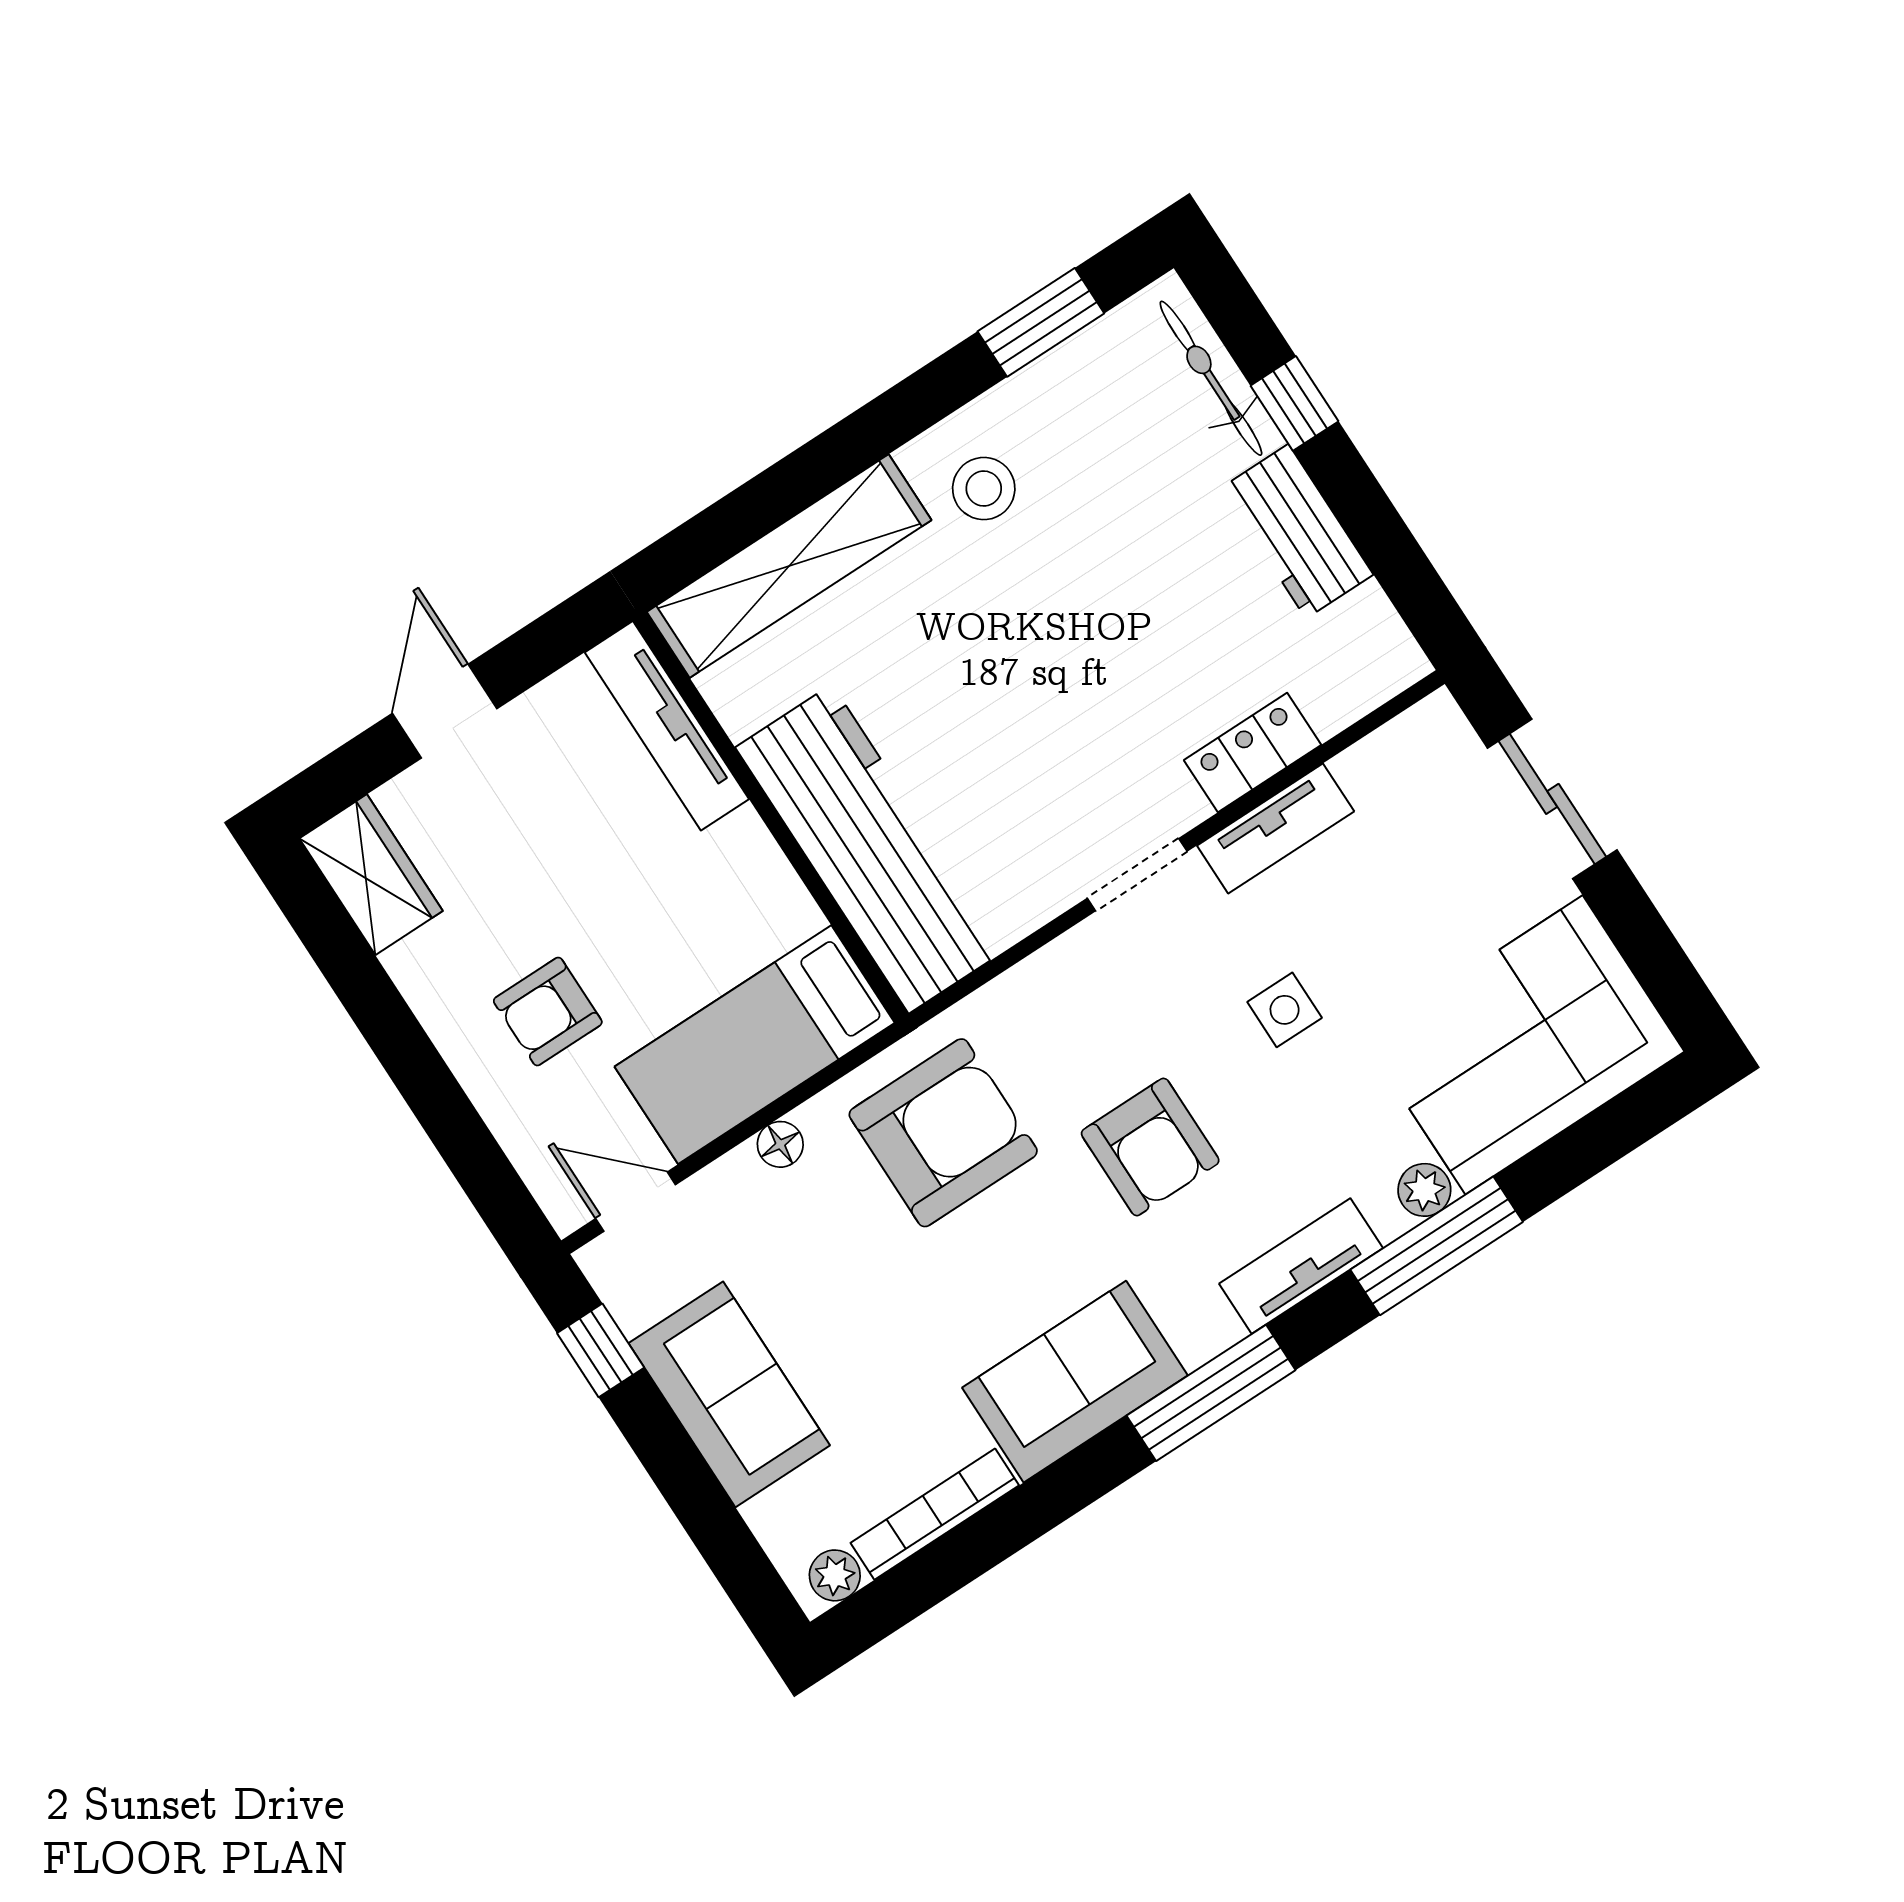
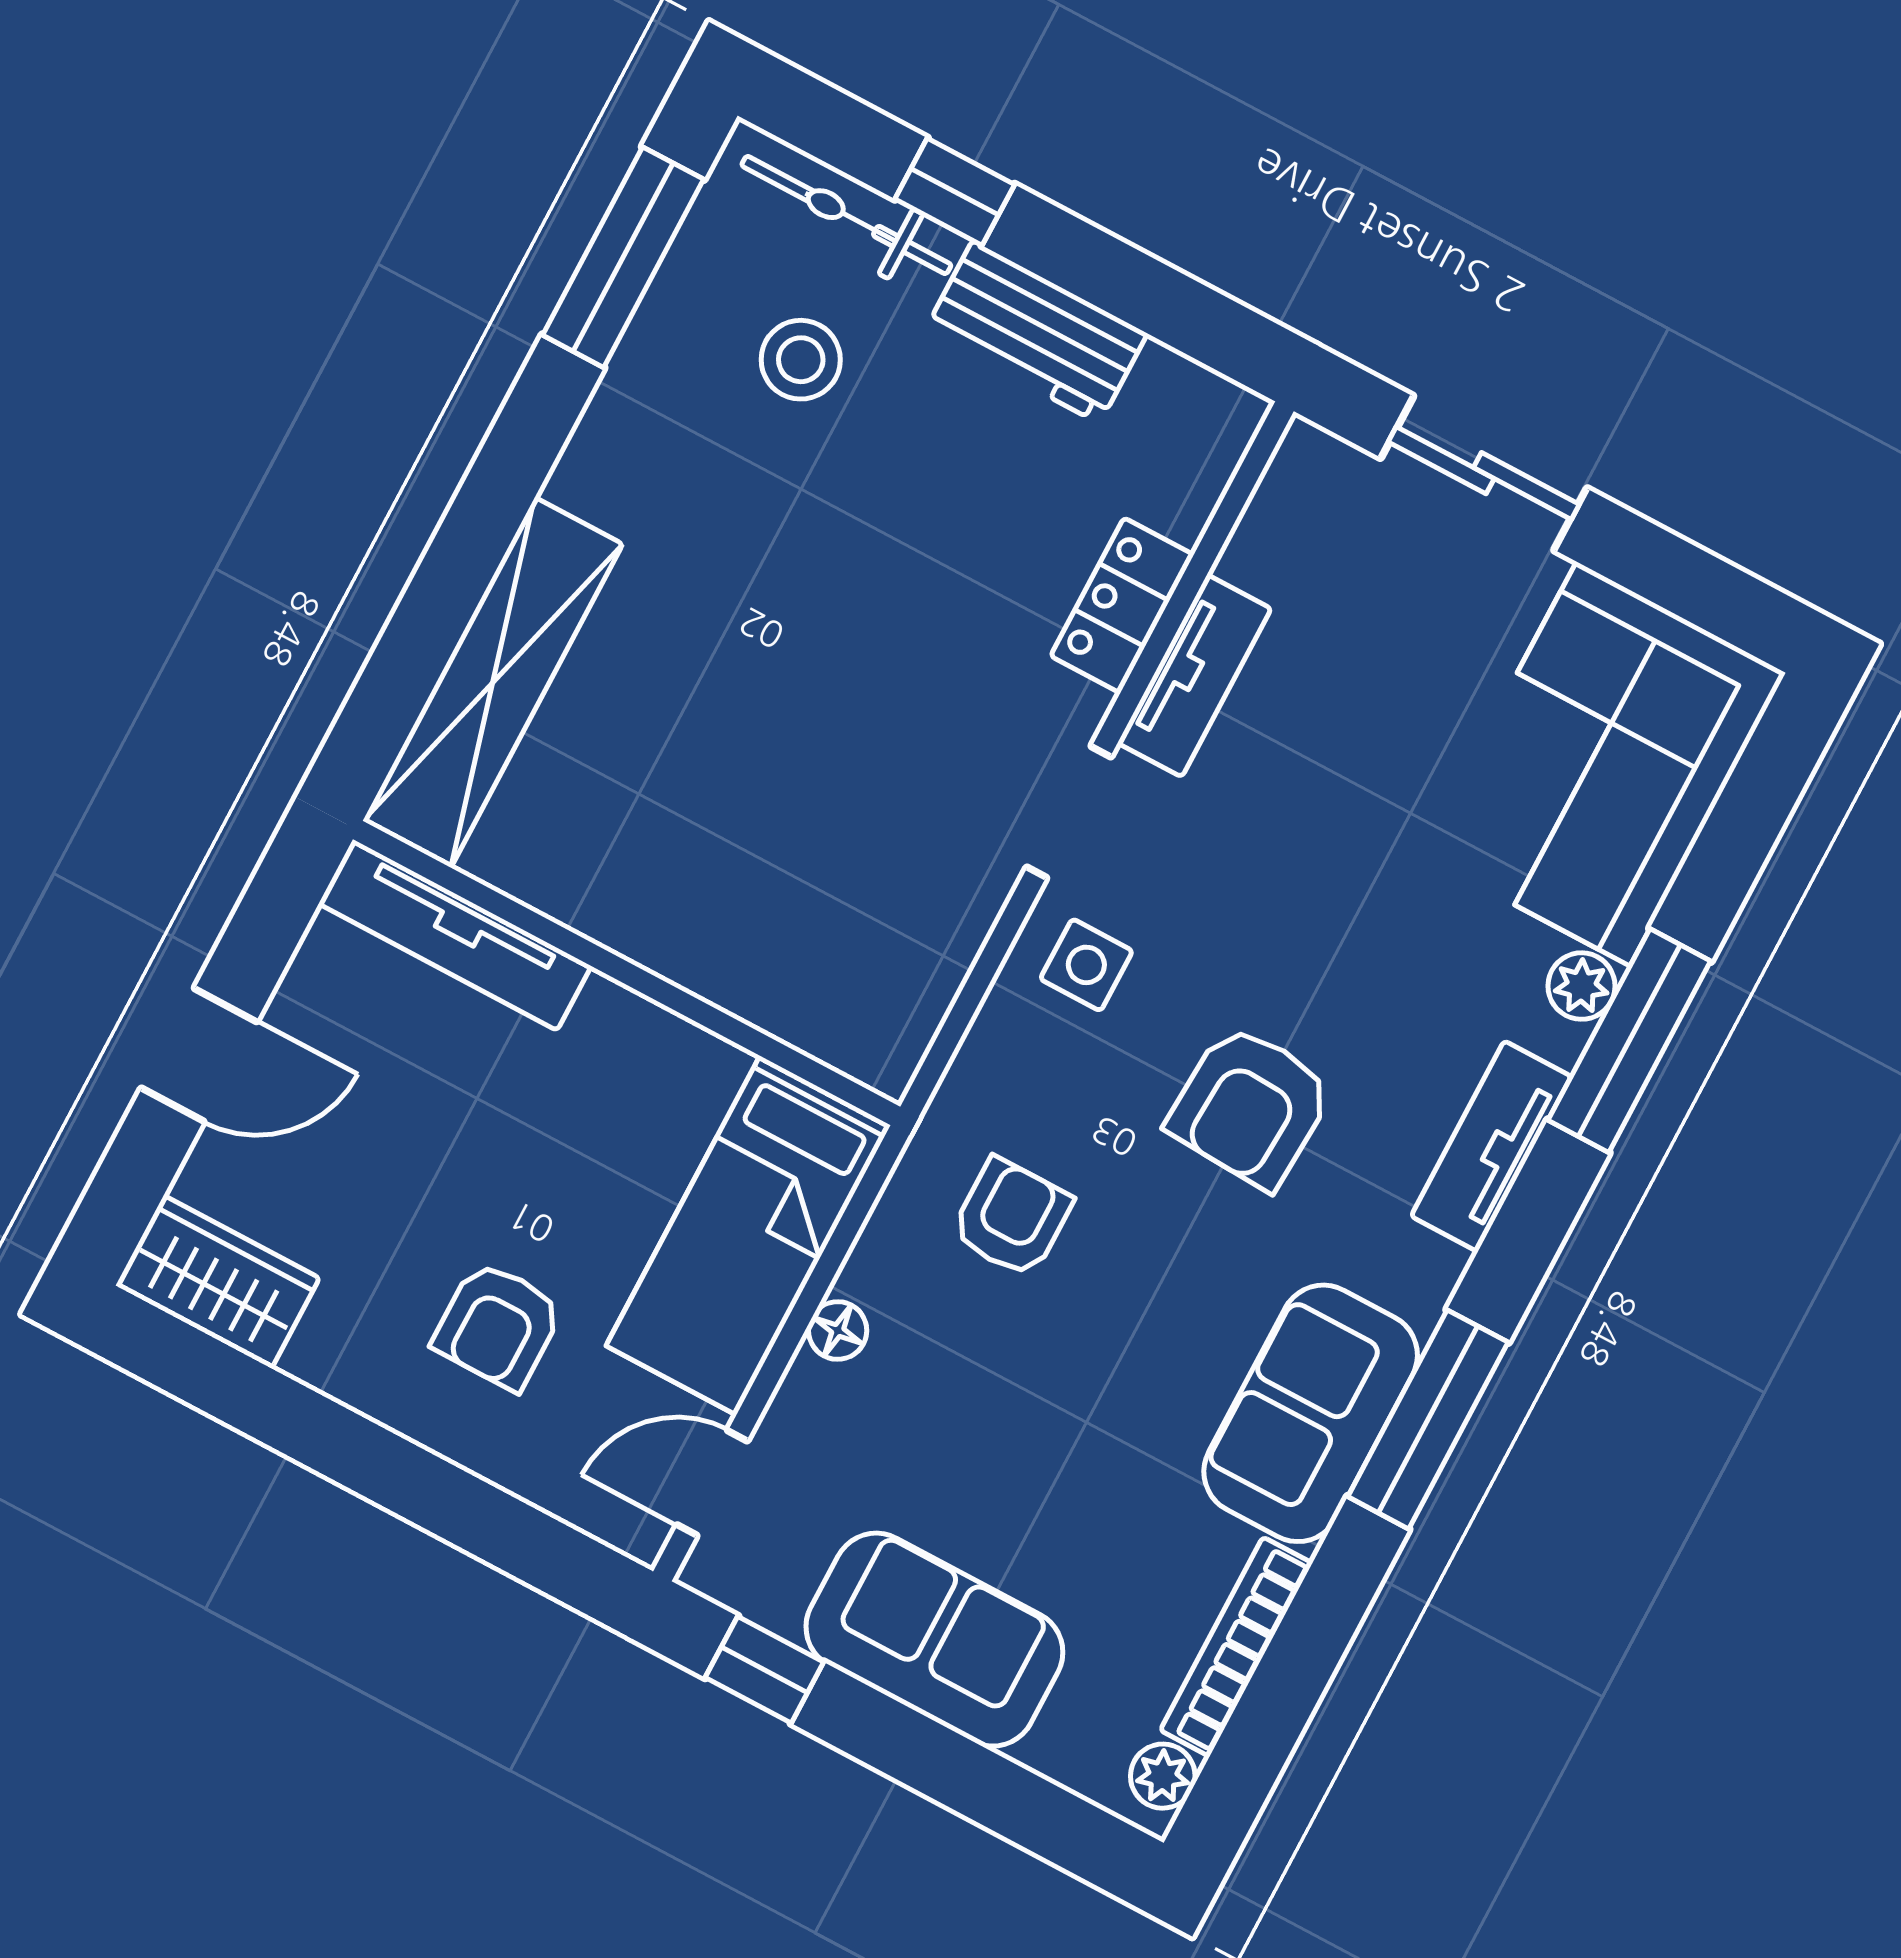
window: (1041, 322) -> (623, 257), width x1.44
stool: (984, 489) -> (801, 360), moved
door: (445, 711) -> (199, 1055), swing flipped
workbench: (870, 849) -> (757, 947), removed
side table: (1285, 1010) -> (1086, 965), moved
armchair: (943, 1133) -> (1012, 1218), width x0.53, depth x0.53
armchair: (1150, 1147) -> (1250, 1107), turned 93
window: (1211, 1393) -> (1428, 1419), moved

